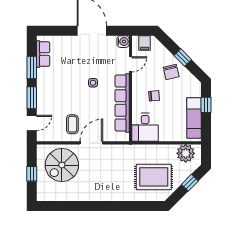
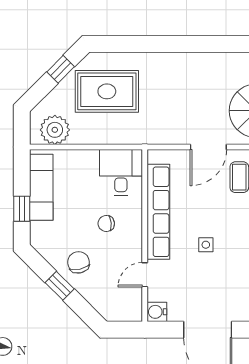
filing cabinet: (145, 43) -> (122, 309), removed
window: (190, 183) -> (61, 69), moved

